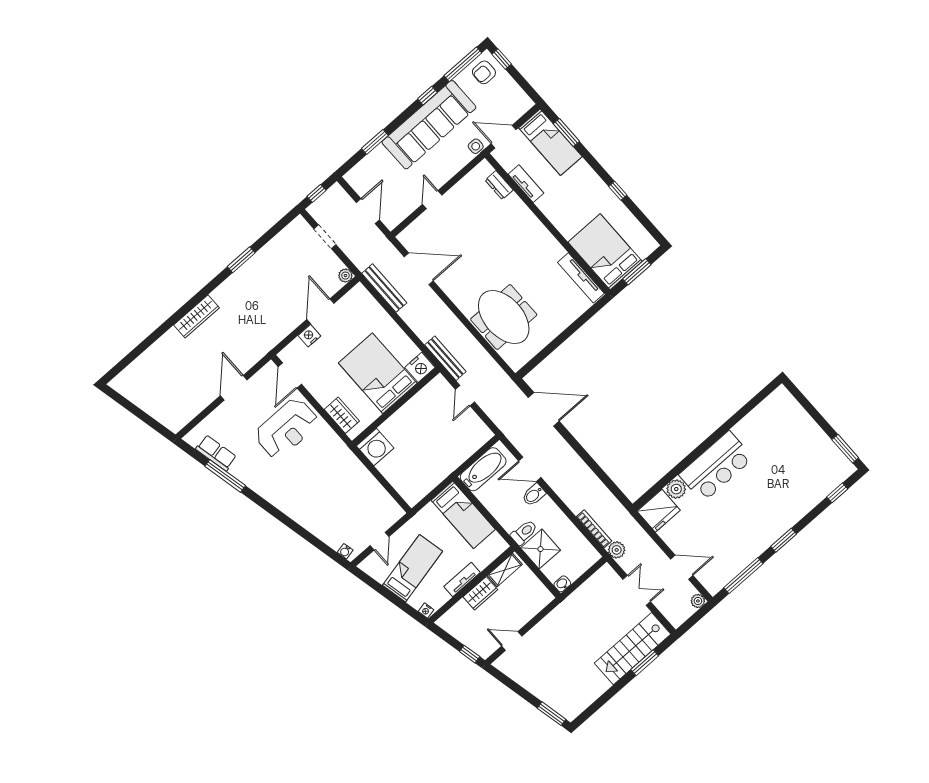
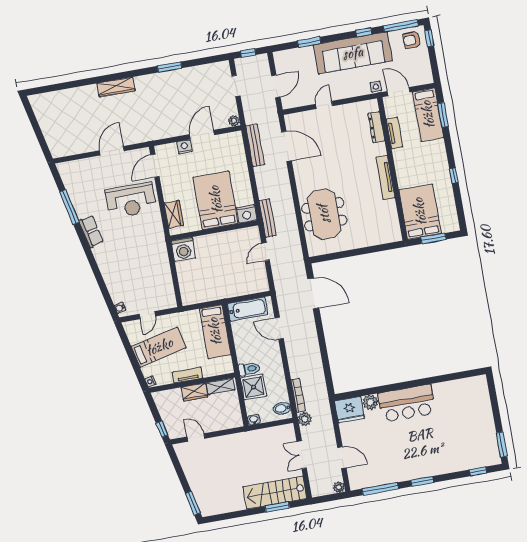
dresser: (499, 185) -> (376, 127), width x1.44
tv unit: (581, 278) -> (385, 177), moved
row of seats: (216, 453) -> (91, 231), moved
bidet: (534, 495) -> (282, 408), moved
double door: (637, 590) -> (302, 455), swing flipped

